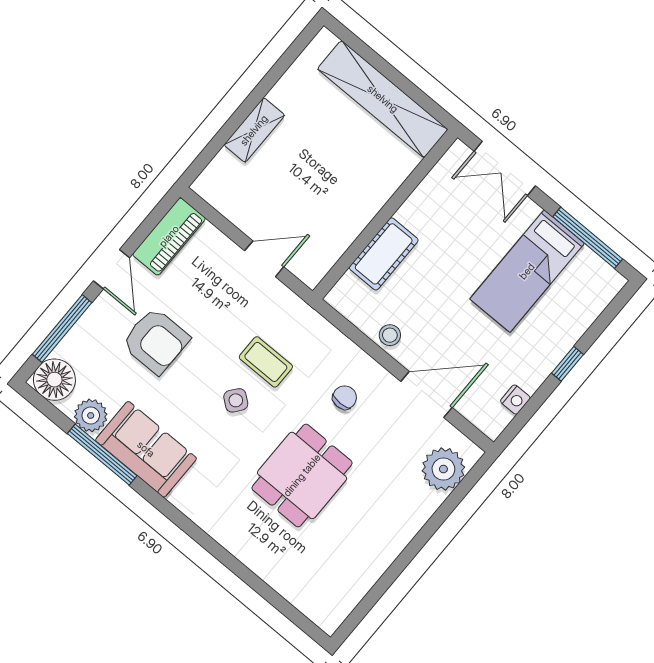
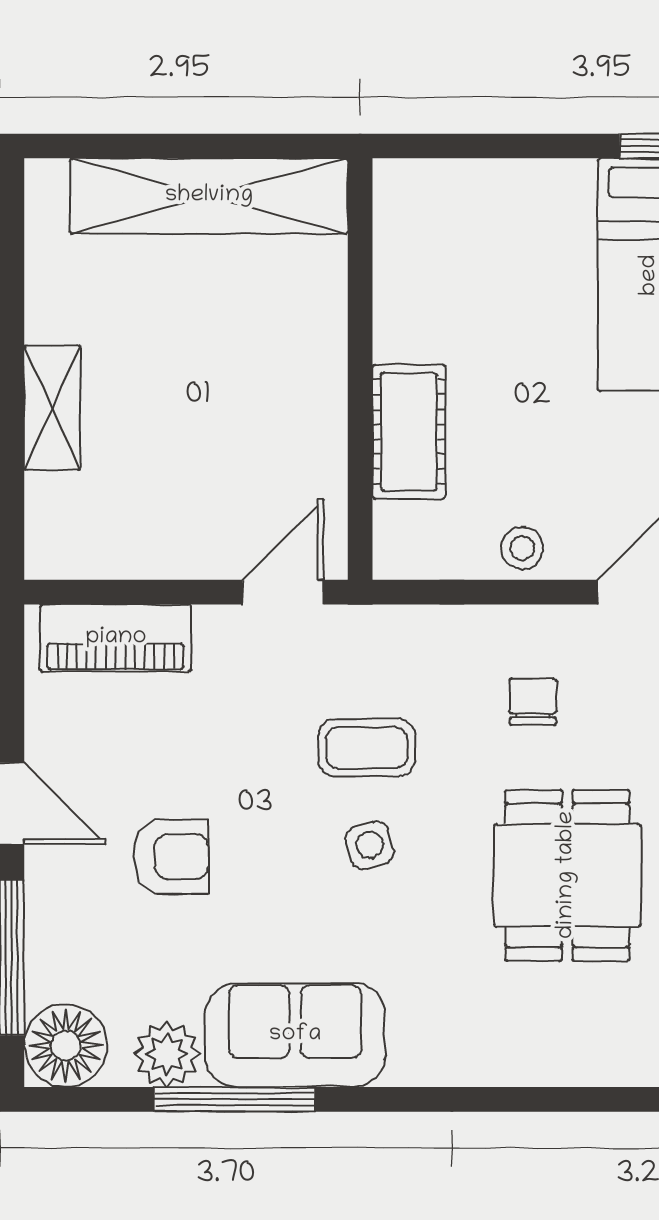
double door: (505, 168) -> (485, 146), removed
piano: (169, 236) -> (116, 638), moved, turned 90
door: (264, 259) -> (283, 592), moved
armchair: (156, 341) -> (171, 857), width x0.72, depth x0.72
side table: (236, 400) -> (370, 845), turned 36

